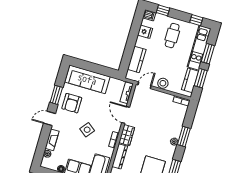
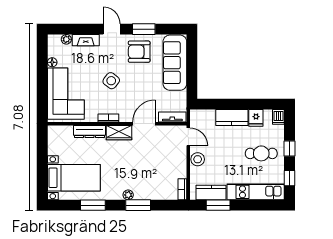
window: (163, 10) -> (289, 149), moved
window: (208, 54) -> (251, 205), removed
kitchen counter: (137, 59) -> (232, 118), moved

